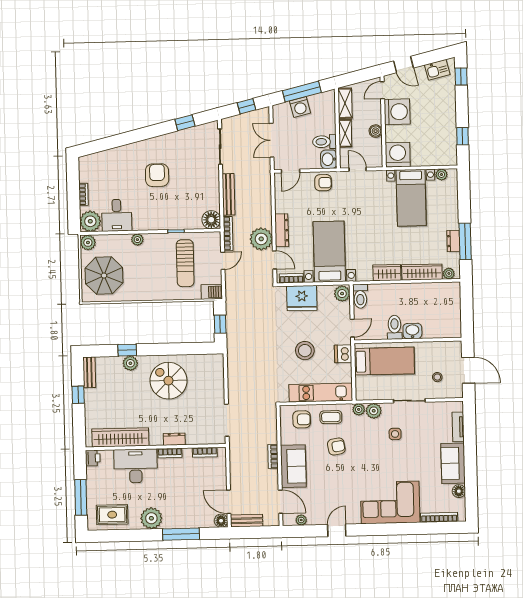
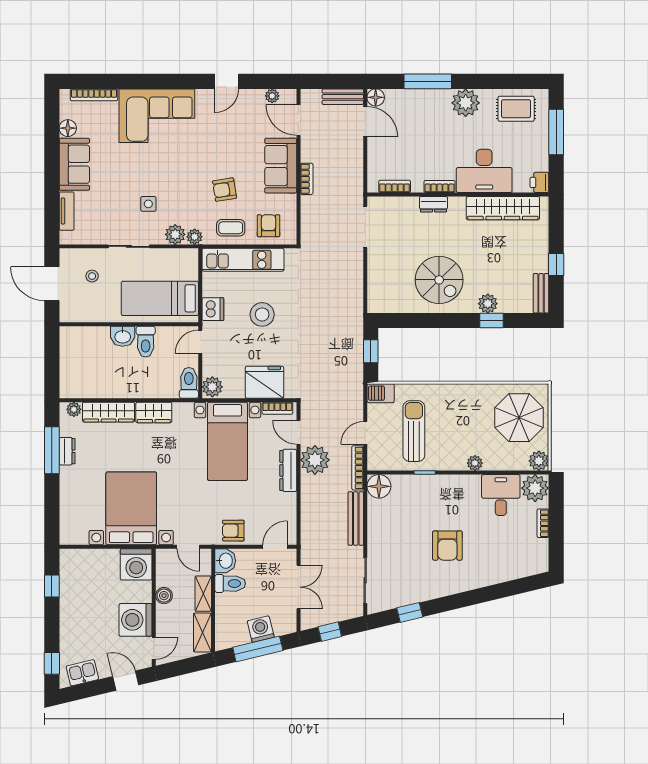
plant: (441, 175) -> (80, 537), removed
bed with nightstands: (411, 198) -> (131, 508), width x1.36
armchair: (302, 419) -> (268, 226), turned 90

